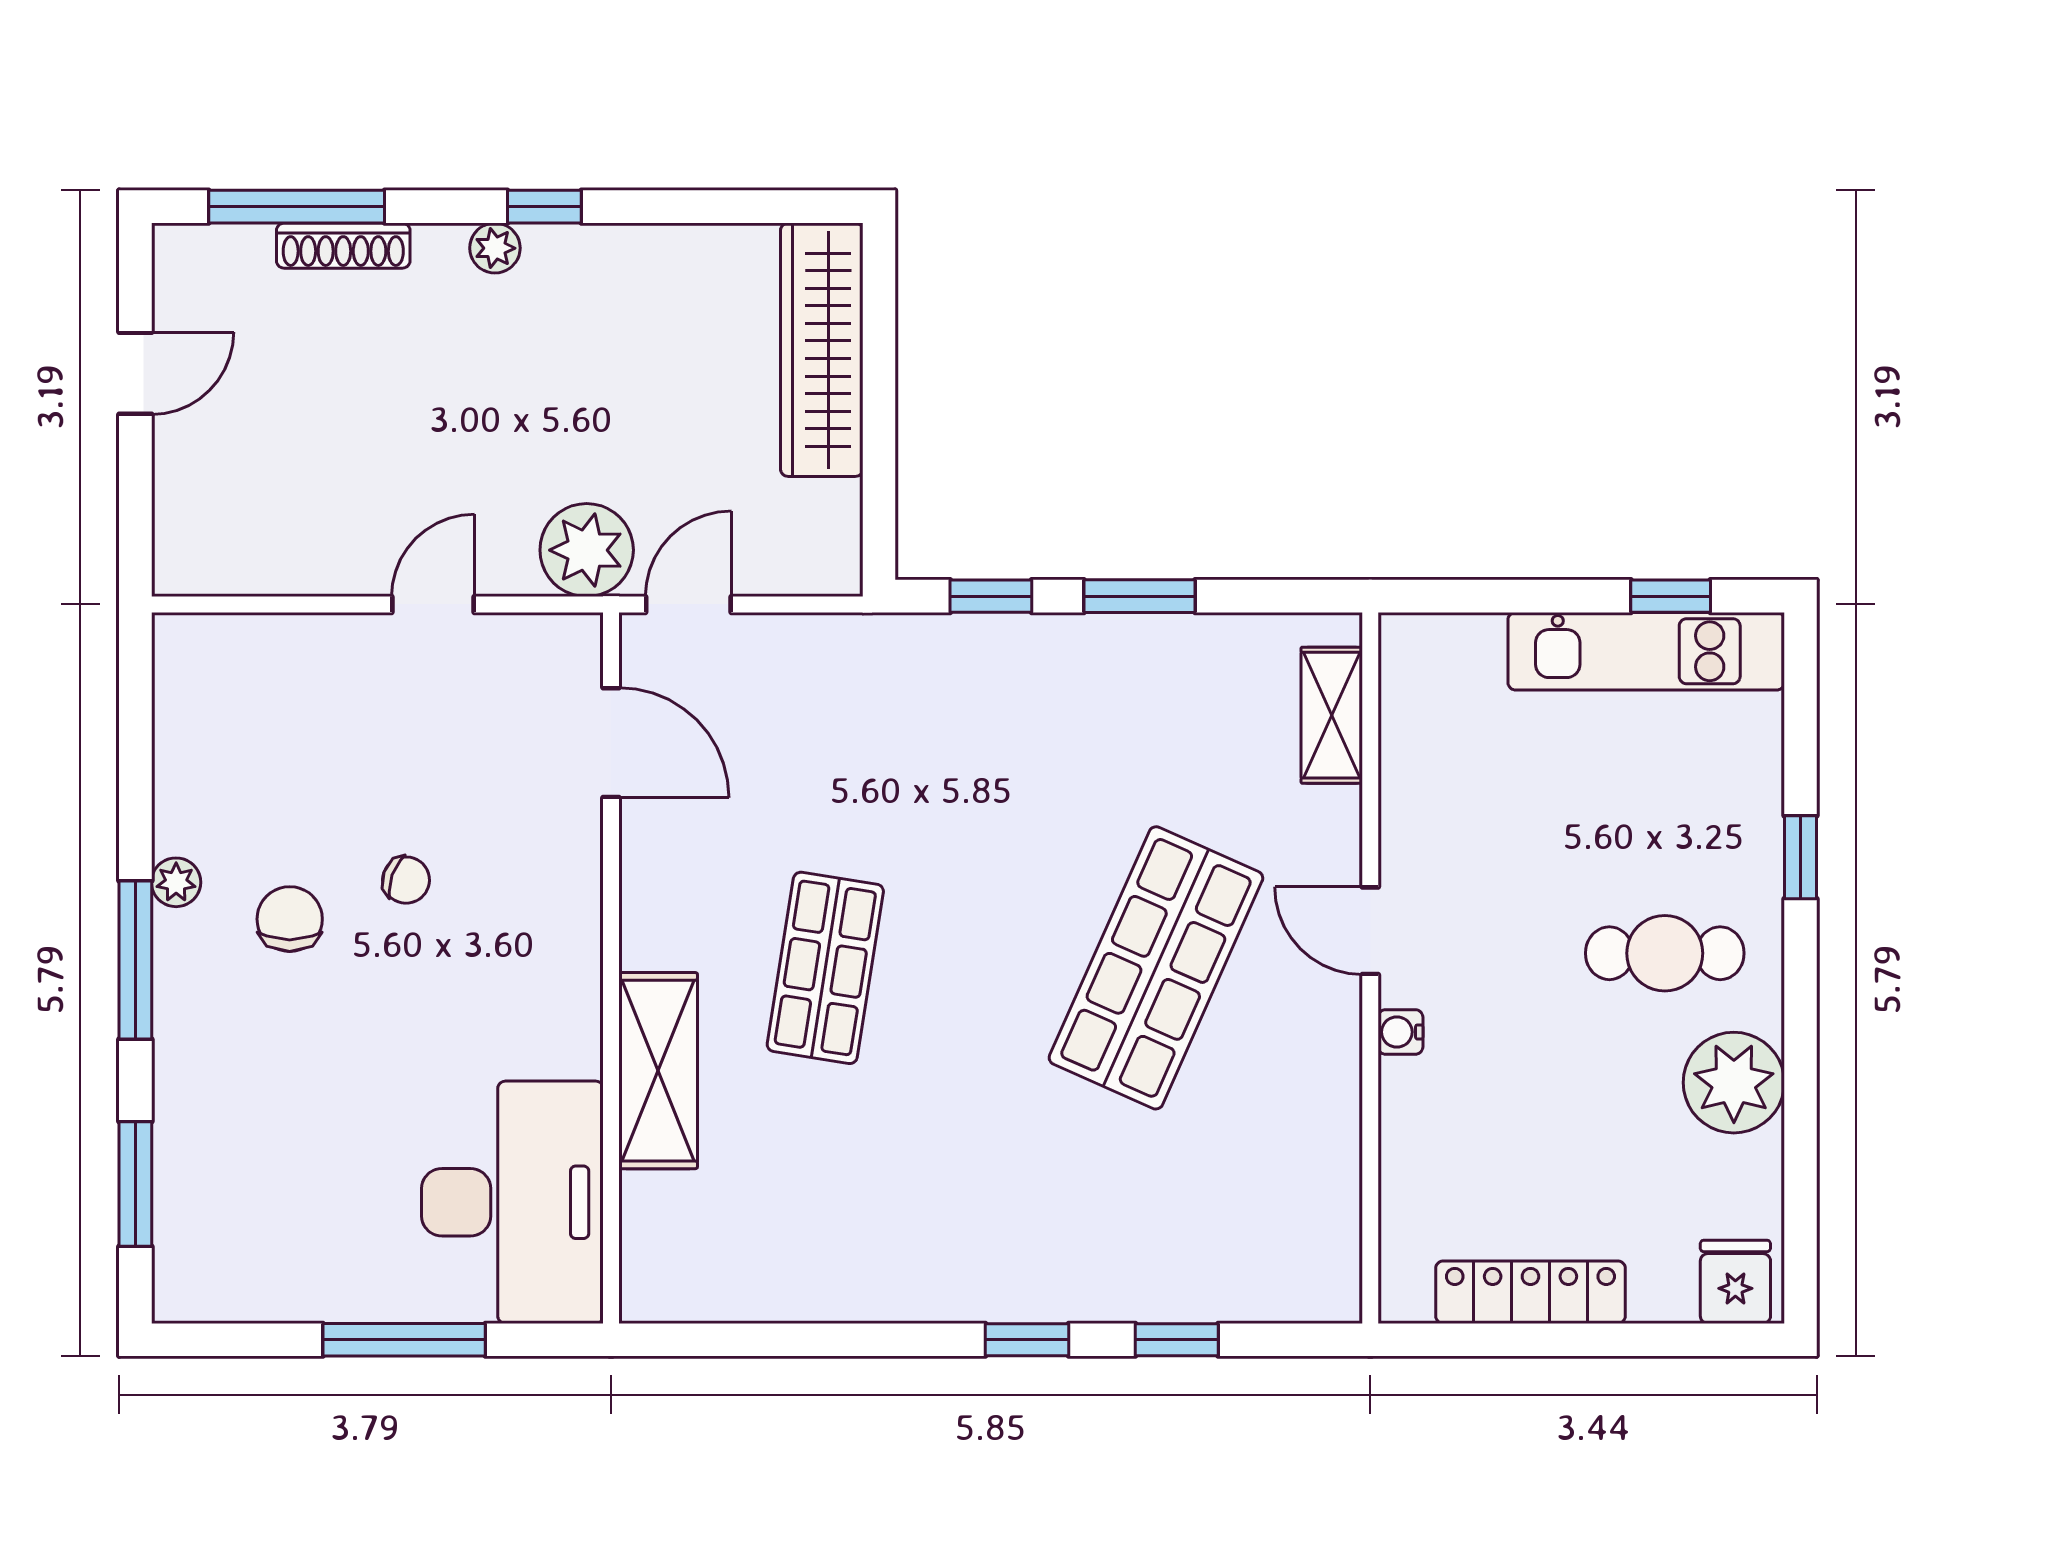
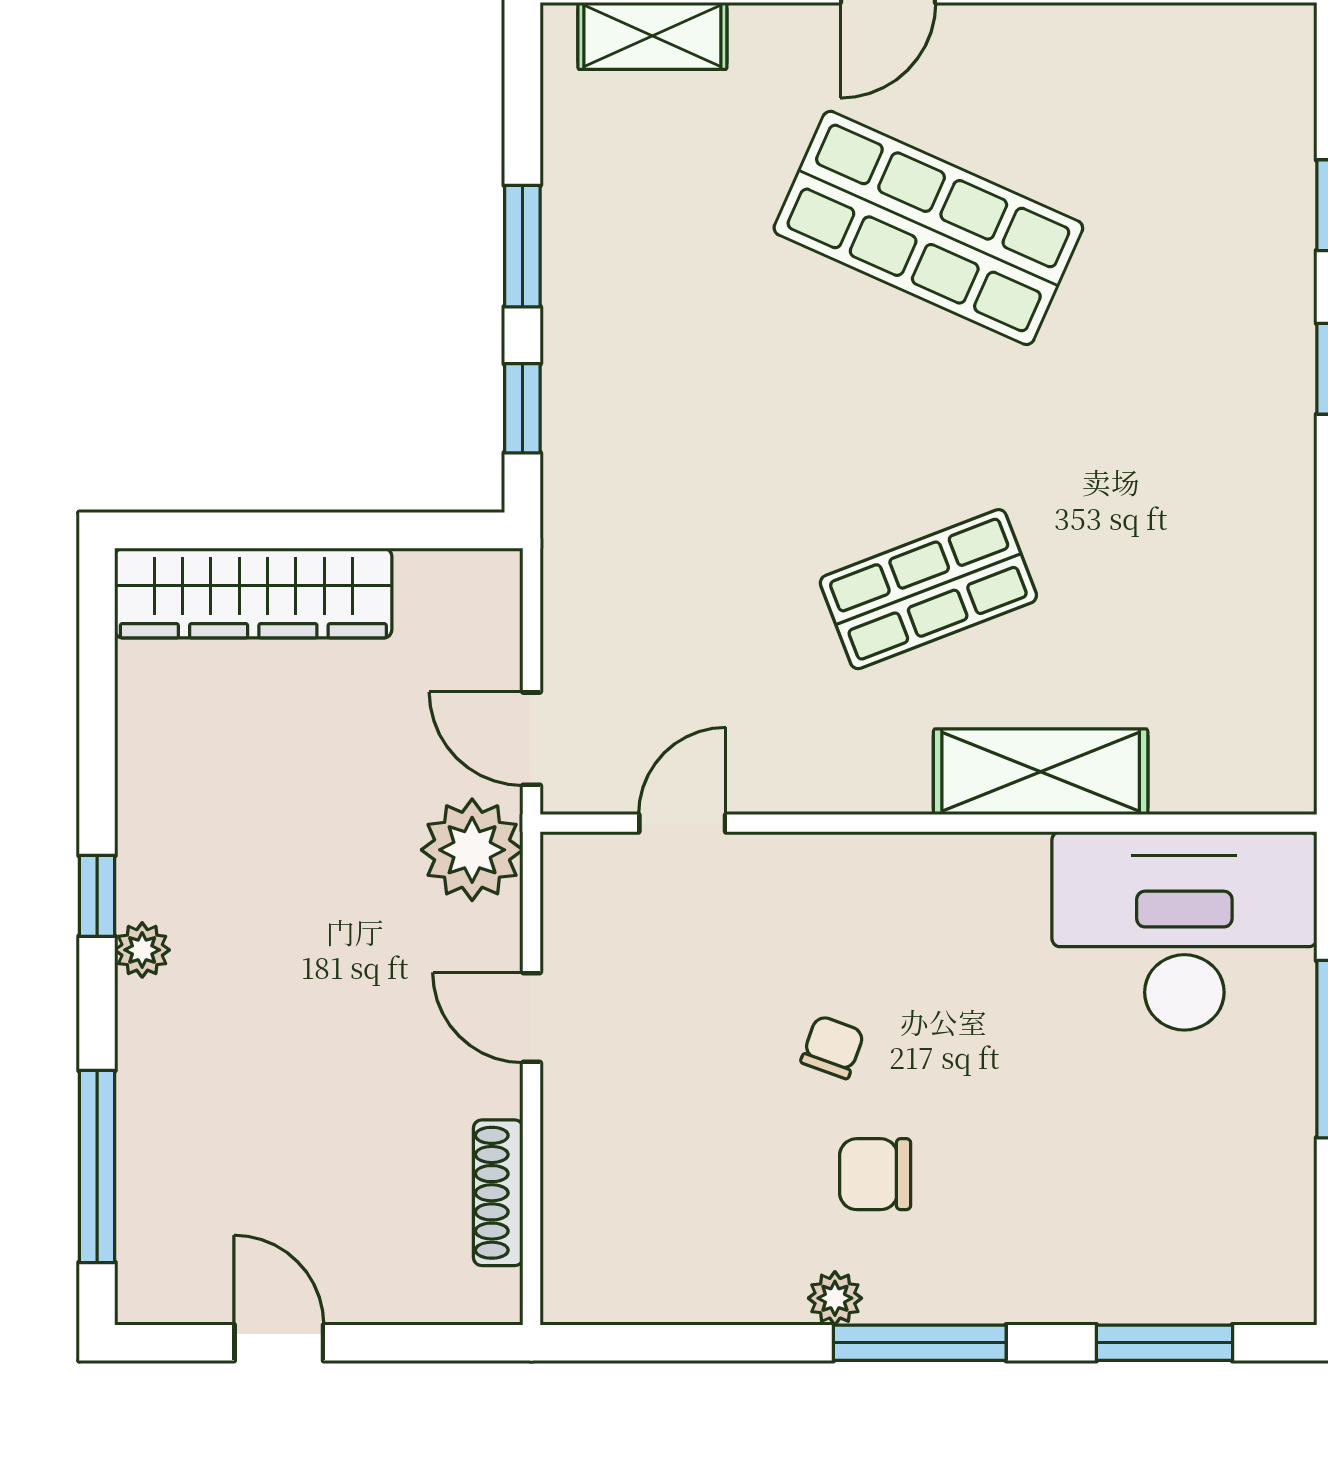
shoe rack: (343, 246) -> (498, 1193), moved, turned 180
door: (611, 743) -> (682, 823), width x0.73
shop shelf: (825, 968) -> (928, 589), turned -30

